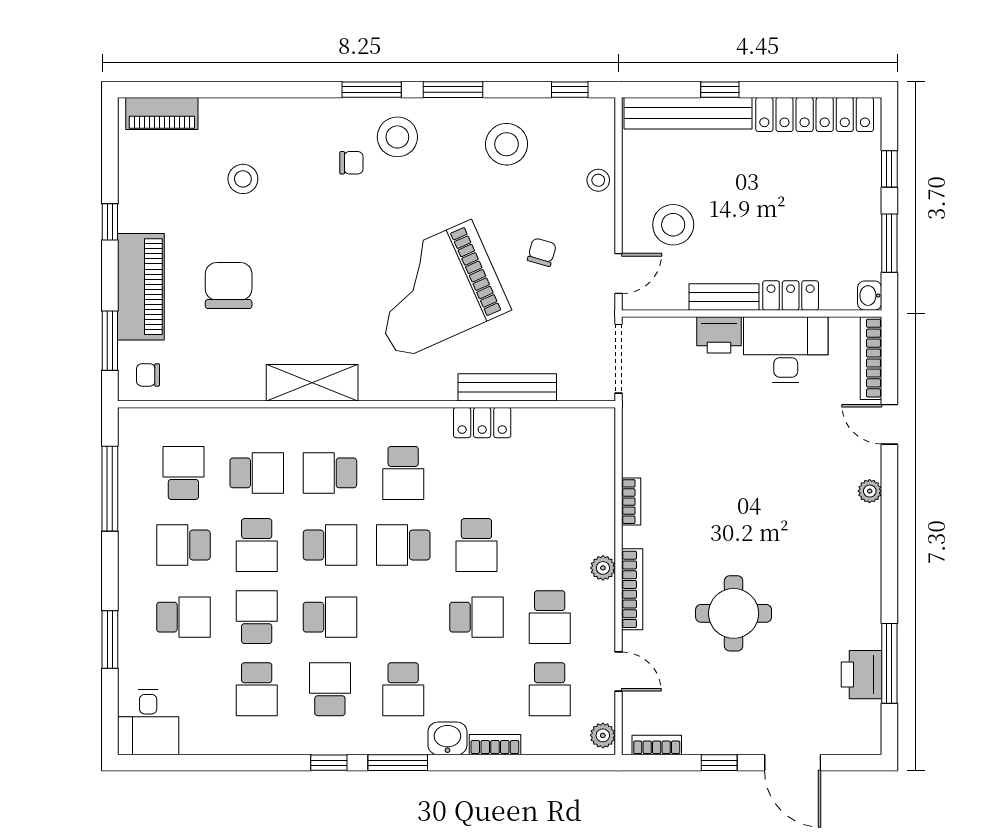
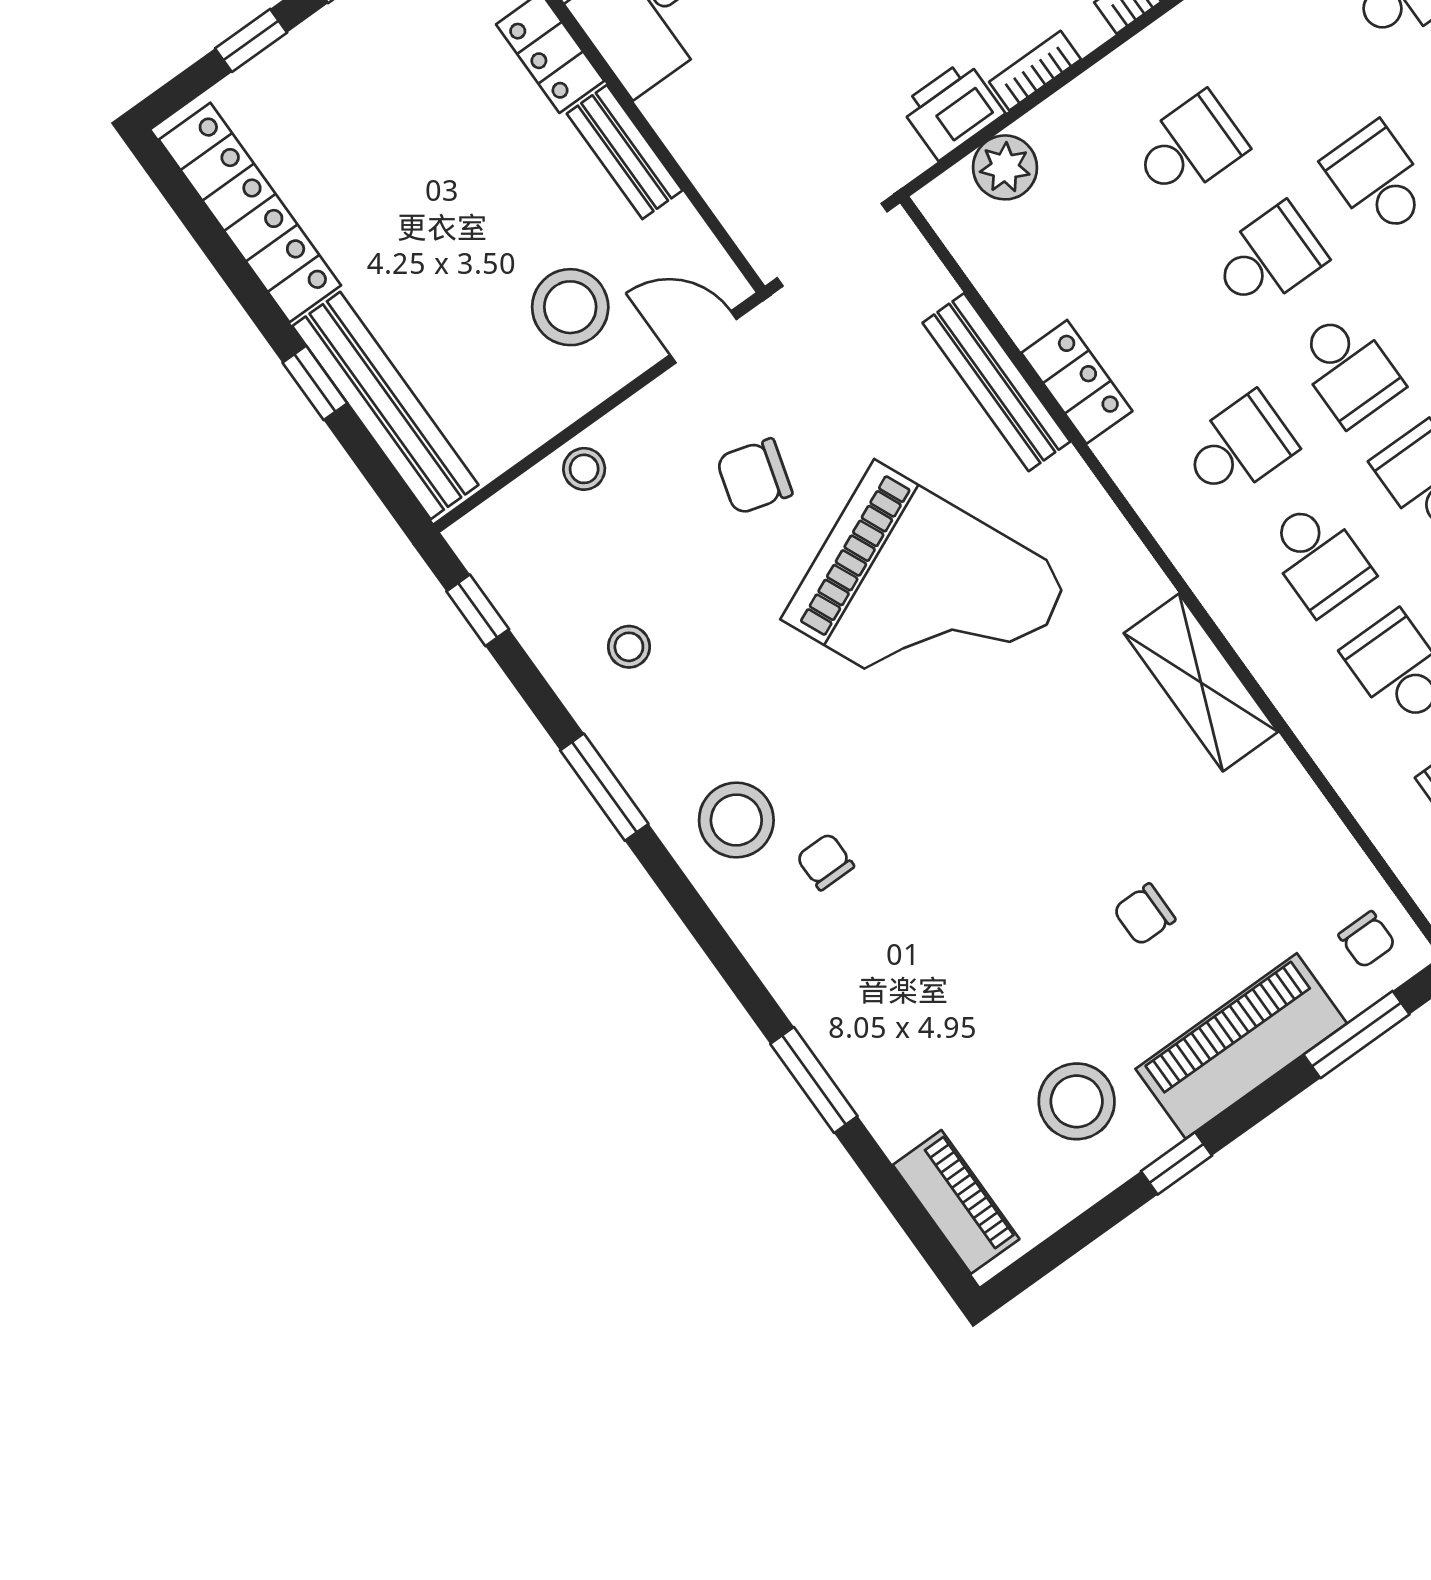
window: (372, 90) -> (814, 1080), moved
stool: (507, 144) -> (629, 647), width x0.53, depth x0.53
stool: (243, 179) -> (1077, 1101), moved, width x1.38, depth x1.38
chair: (542, 252) -> (754, 476), width x1.37, depth x1.37
chair: (229, 286) -> (1144, 914), width x0.54, depth x0.54
printer: (719, 335) -> (952, 110), moved, turned -90
plant: (603, 568) -> (1005, 167), moved, width x1.38, depth x1.38
school desk: (550, 617) -> (1189, 147), moved

